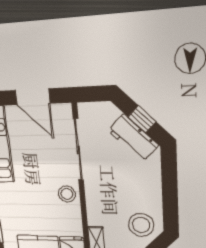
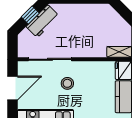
stool: (67, 194) -> (67, 83), moved
stool: (141, 225) -> (105, 19), removed

